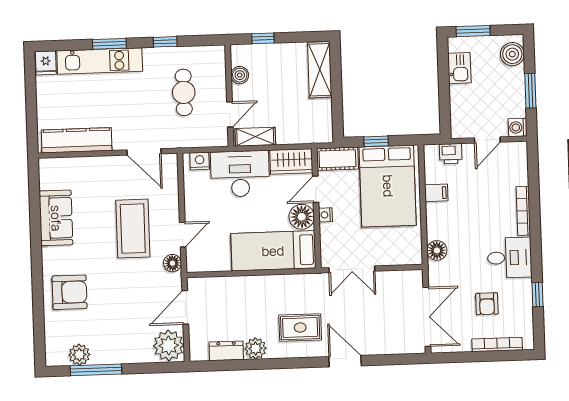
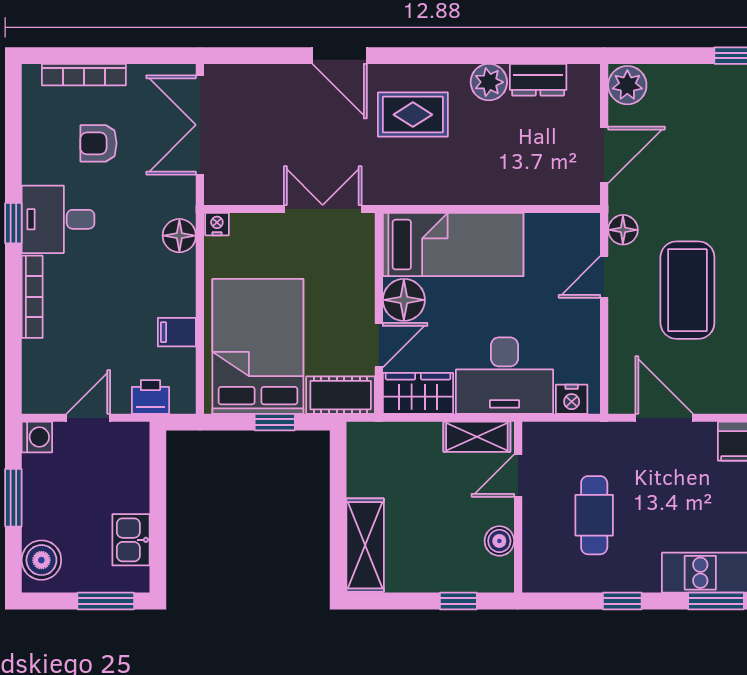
nightstand: (326, 215) -> (217, 224), moved, turned -90
window: (537, 295) -> (13, 223), moved
armchair: (487, 304) -> (99, 143), turned -90
plant: (169, 346) -> (627, 85), width x0.73, depth x0.73

